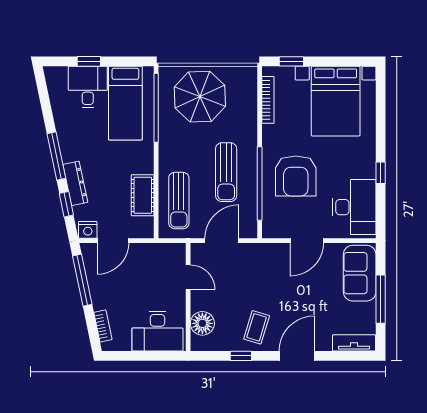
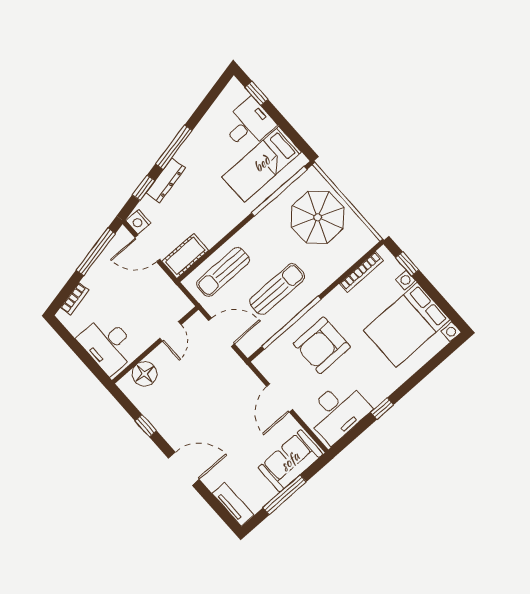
window: (89, 61) -> (256, 93), moved
sun lounger: (226, 172) -> (277, 289), turned 180
cot: (143, 195) -> (185, 256), moved
door: (307, 241) -> (280, 398), hinge flipped
coffee table: (257, 327) -> (178, 418), removed

